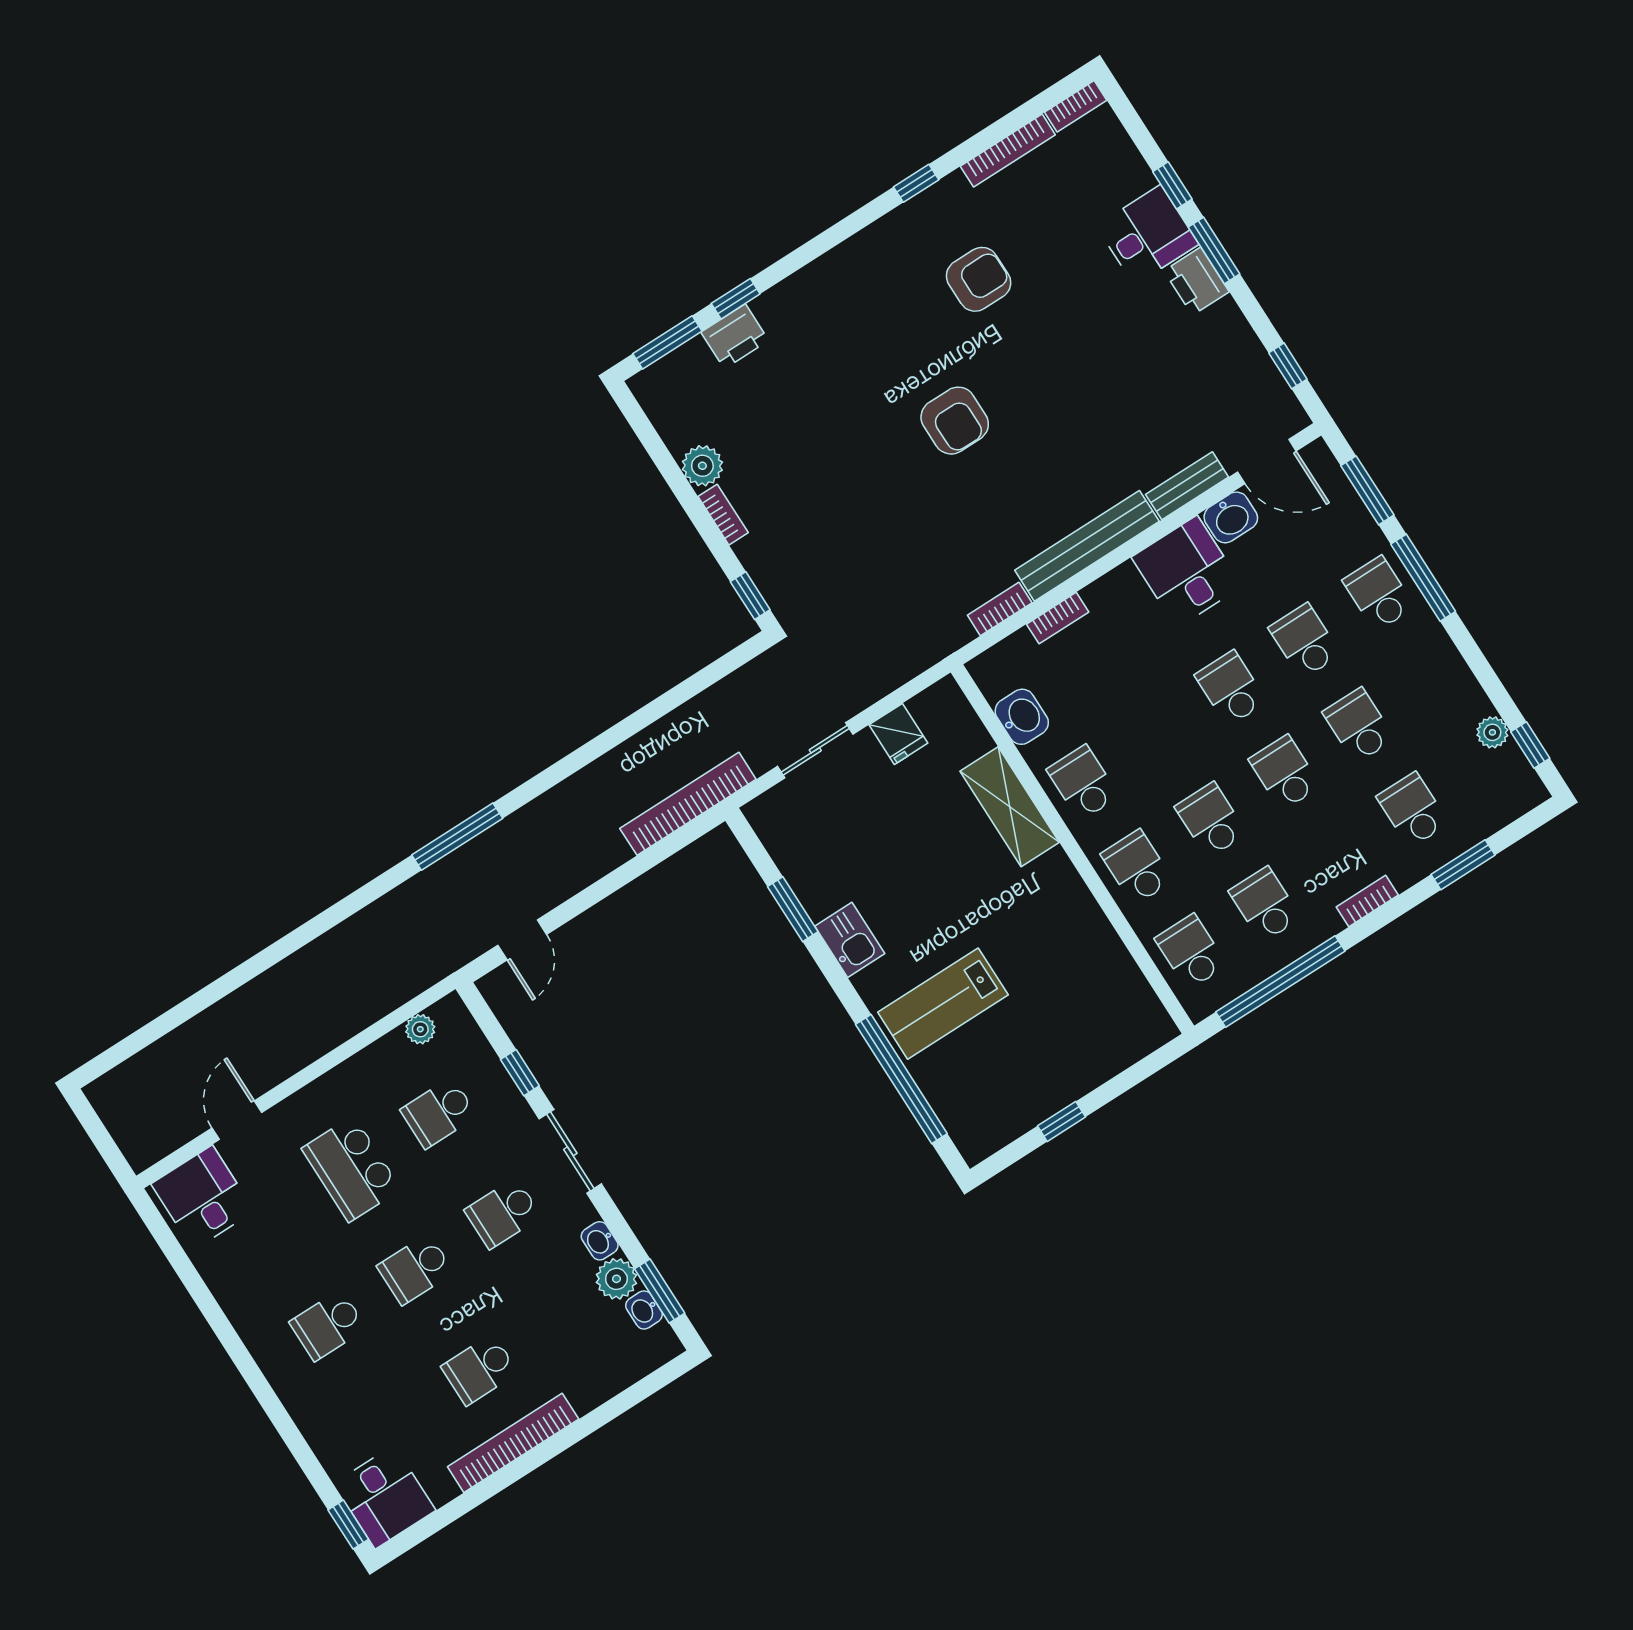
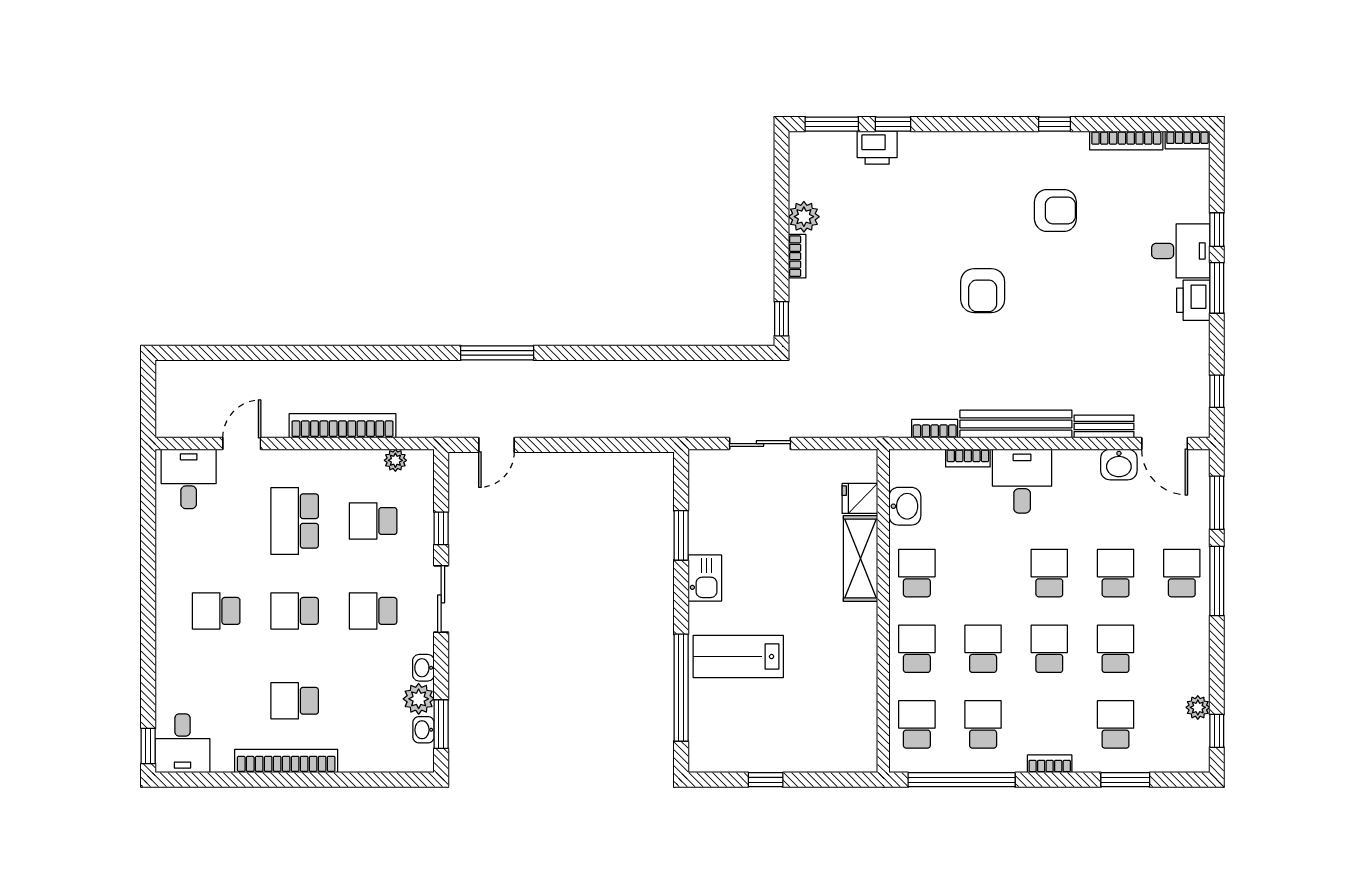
desk: (1187, 572) -> (1022, 481), moved
fridge: (898, 734) -> (860, 498), moved, turned 90
bookcase: (688, 804) -> (342, 426), moved

